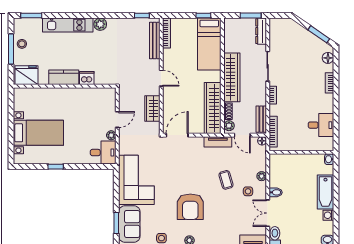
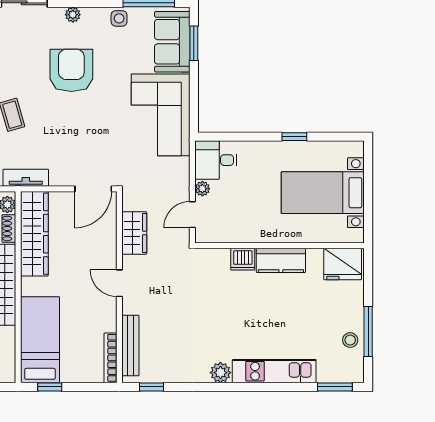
fridge: (26, 75) -> (343, 264), moved
kitchen counter: (64, 77) -> (281, 260), moved
dishwasher: (87, 78) -> (243, 259), moved
wall: (65, 86) -> (279, 246), moved

